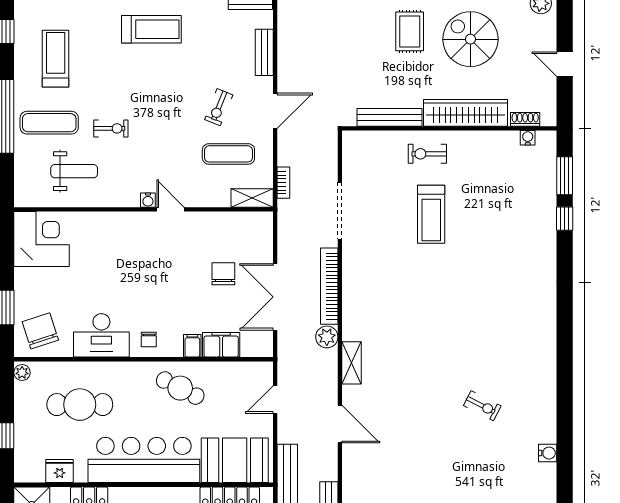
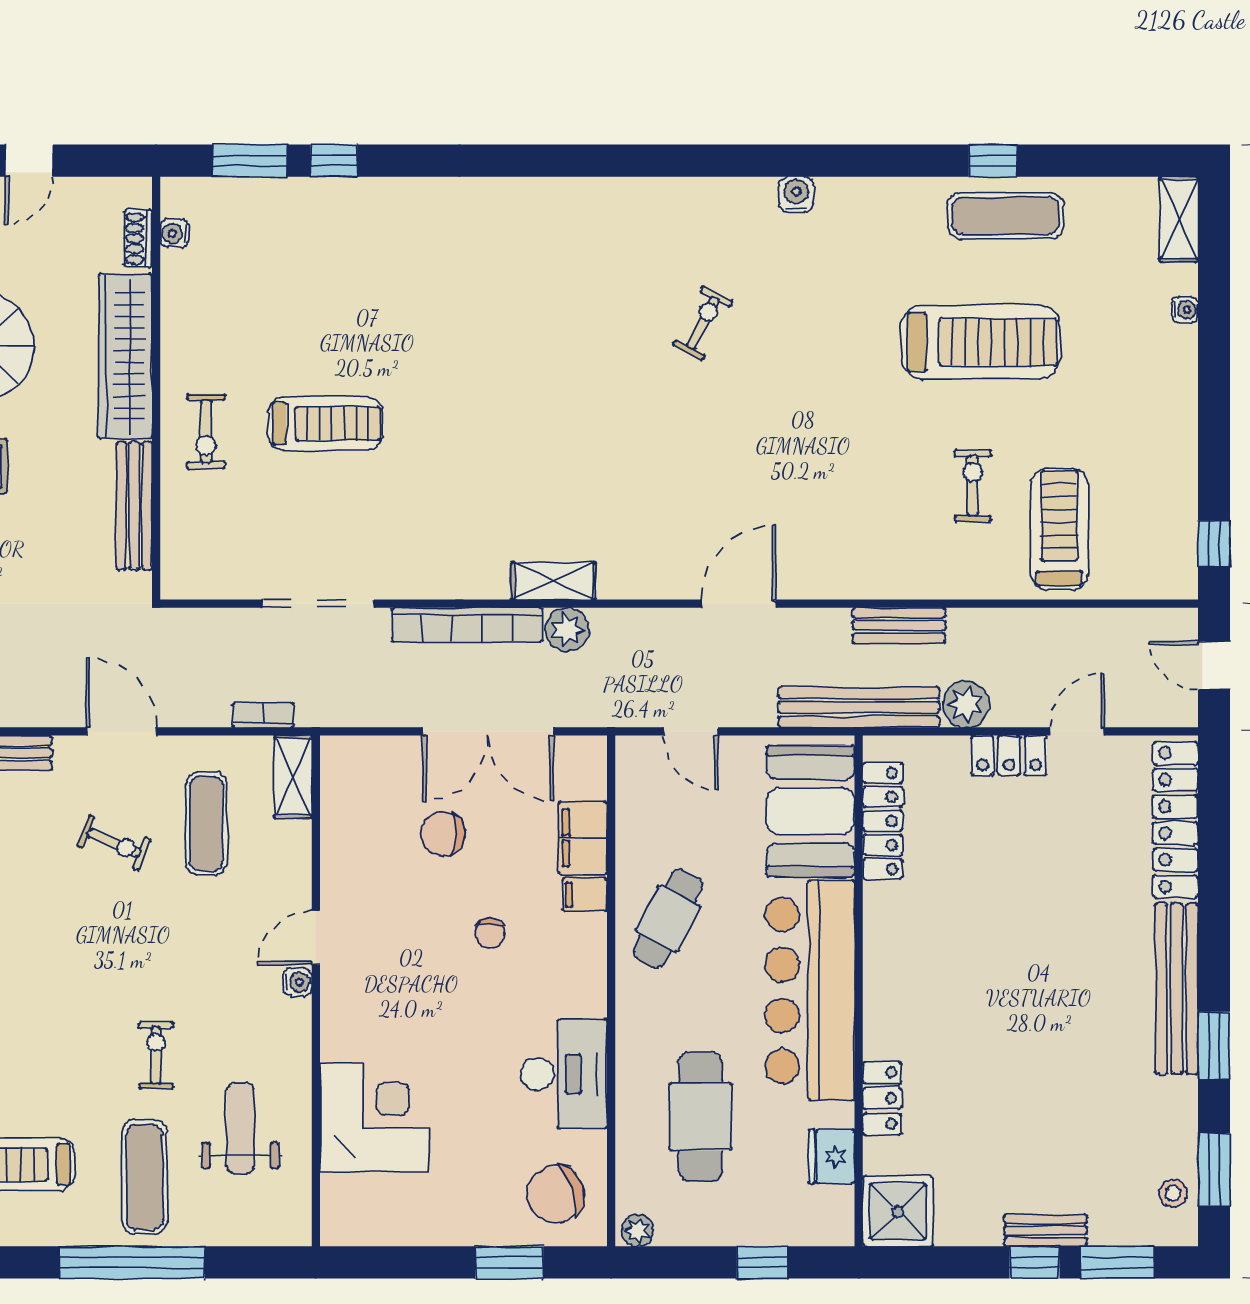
corner desk: (42, 239) -> (374, 1118), moved, turned 90
chair: (149, 339) -> (490, 933), moved, turned 90
shelving: (351, 363) -> (553, 581), moved

